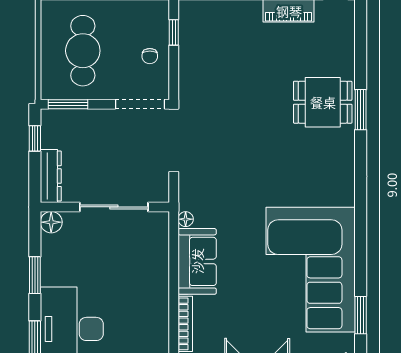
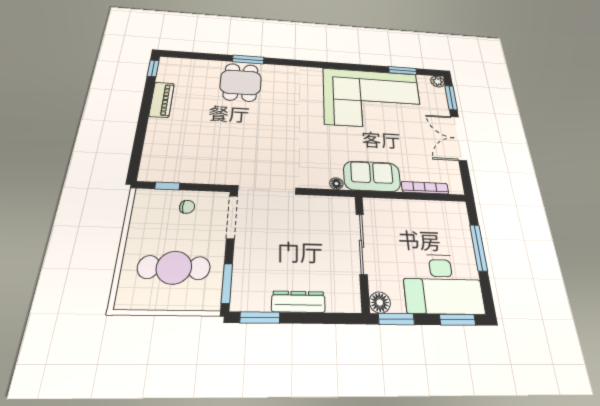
window: (35, 138) -> (260, 317), width x1.50
wall: (105, 207) -> (362, 252), moved
sliding door: (114, 207) -> (361, 244), moved
floor lamp: (51, 222) -> (380, 302), moved

